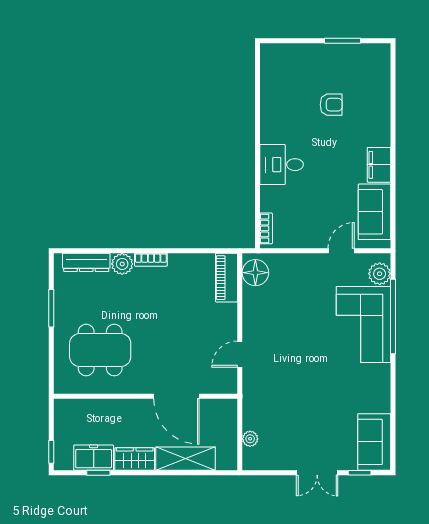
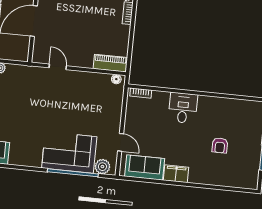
floor lamp: (255, 273) -> (116, 79), width x0.53, depth x0.53

